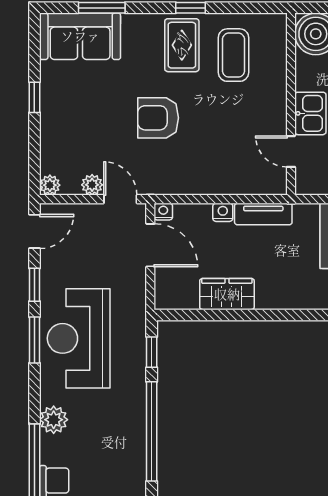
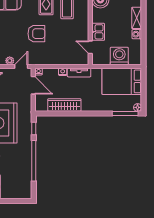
armchair: (158, 118) -> (36, 34), turned 180
door: (120, 199) -> (21, 67), hinge flipped
wardrobe: (227, 294) -> (64, 105), width x1.50

